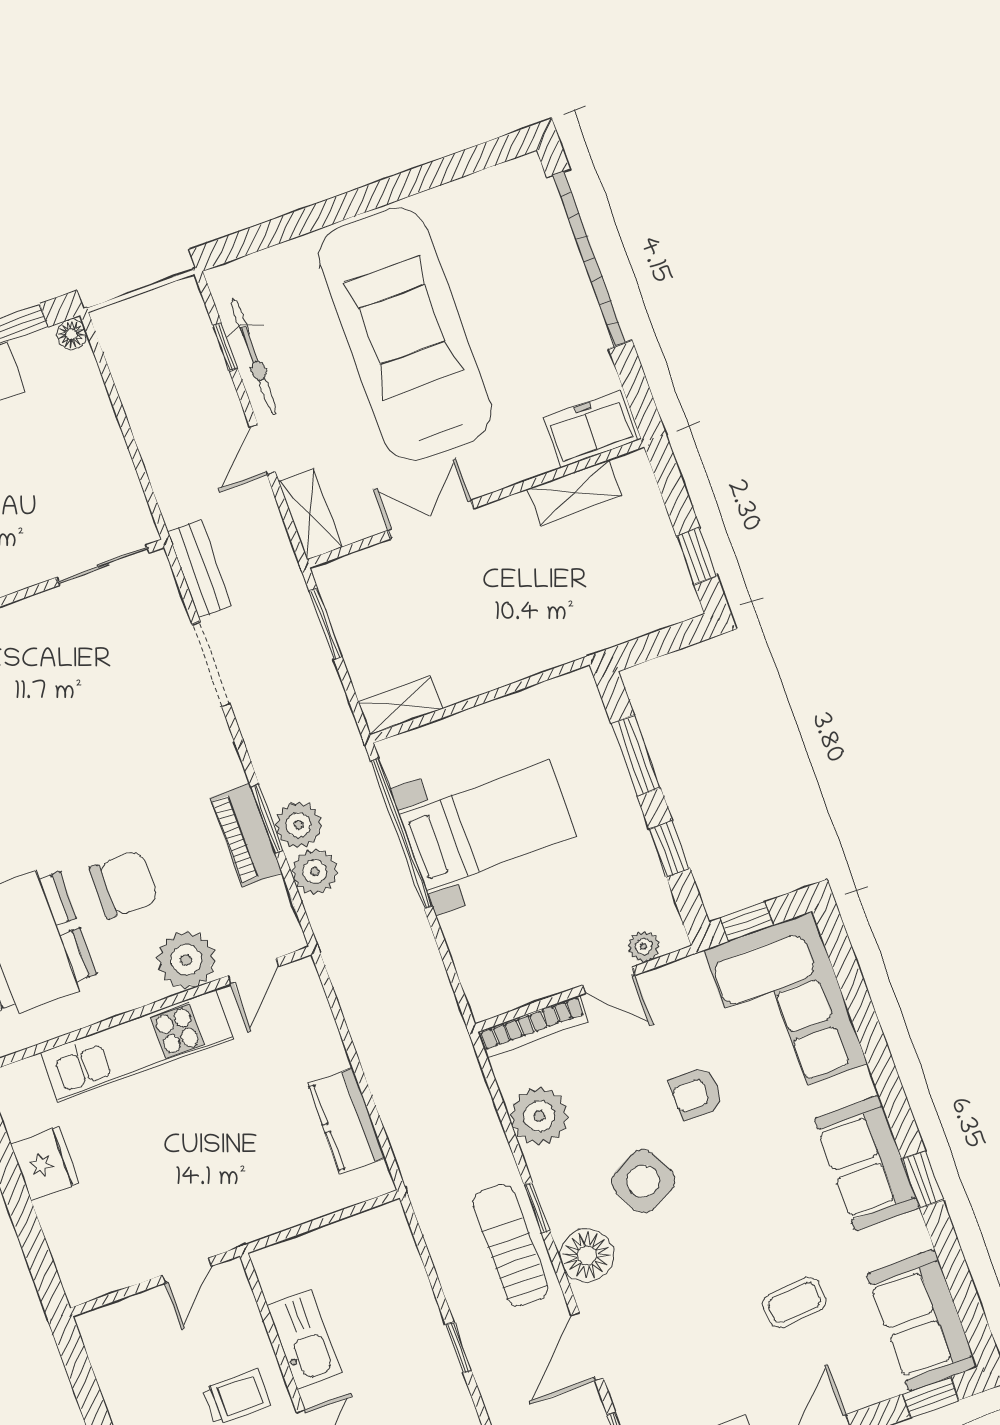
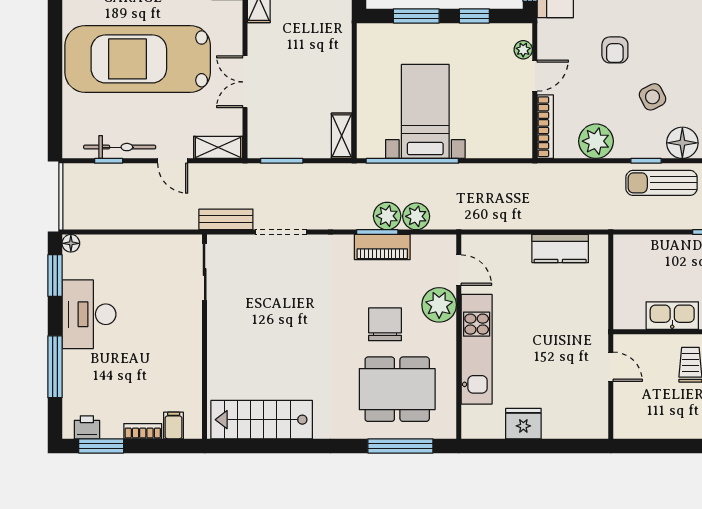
side table: (643, 1181) -> (653, 97), width x0.73, depth x0.73

